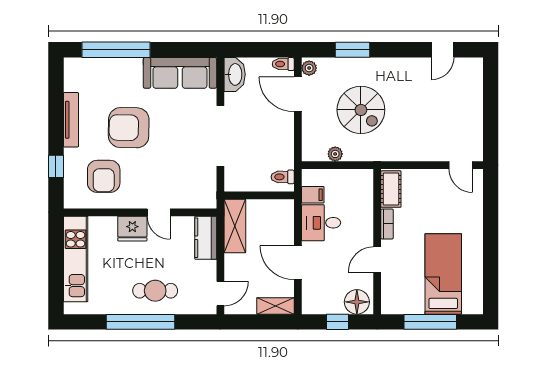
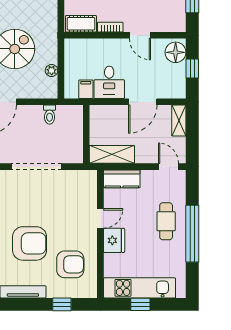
armchair: (129, 128) -> (30, 243), turned -91
toilet: (283, 177) -> (50, 115), moved
window: (56, 260) -> (140, 304), added

